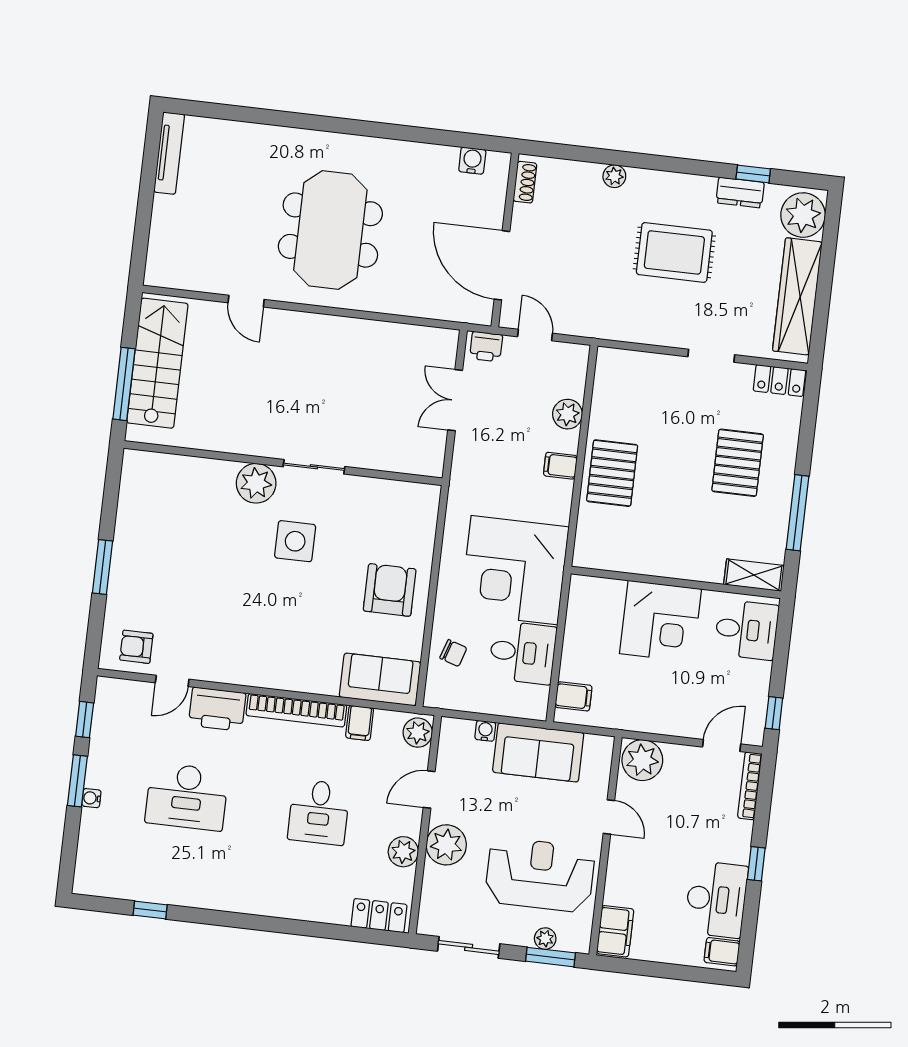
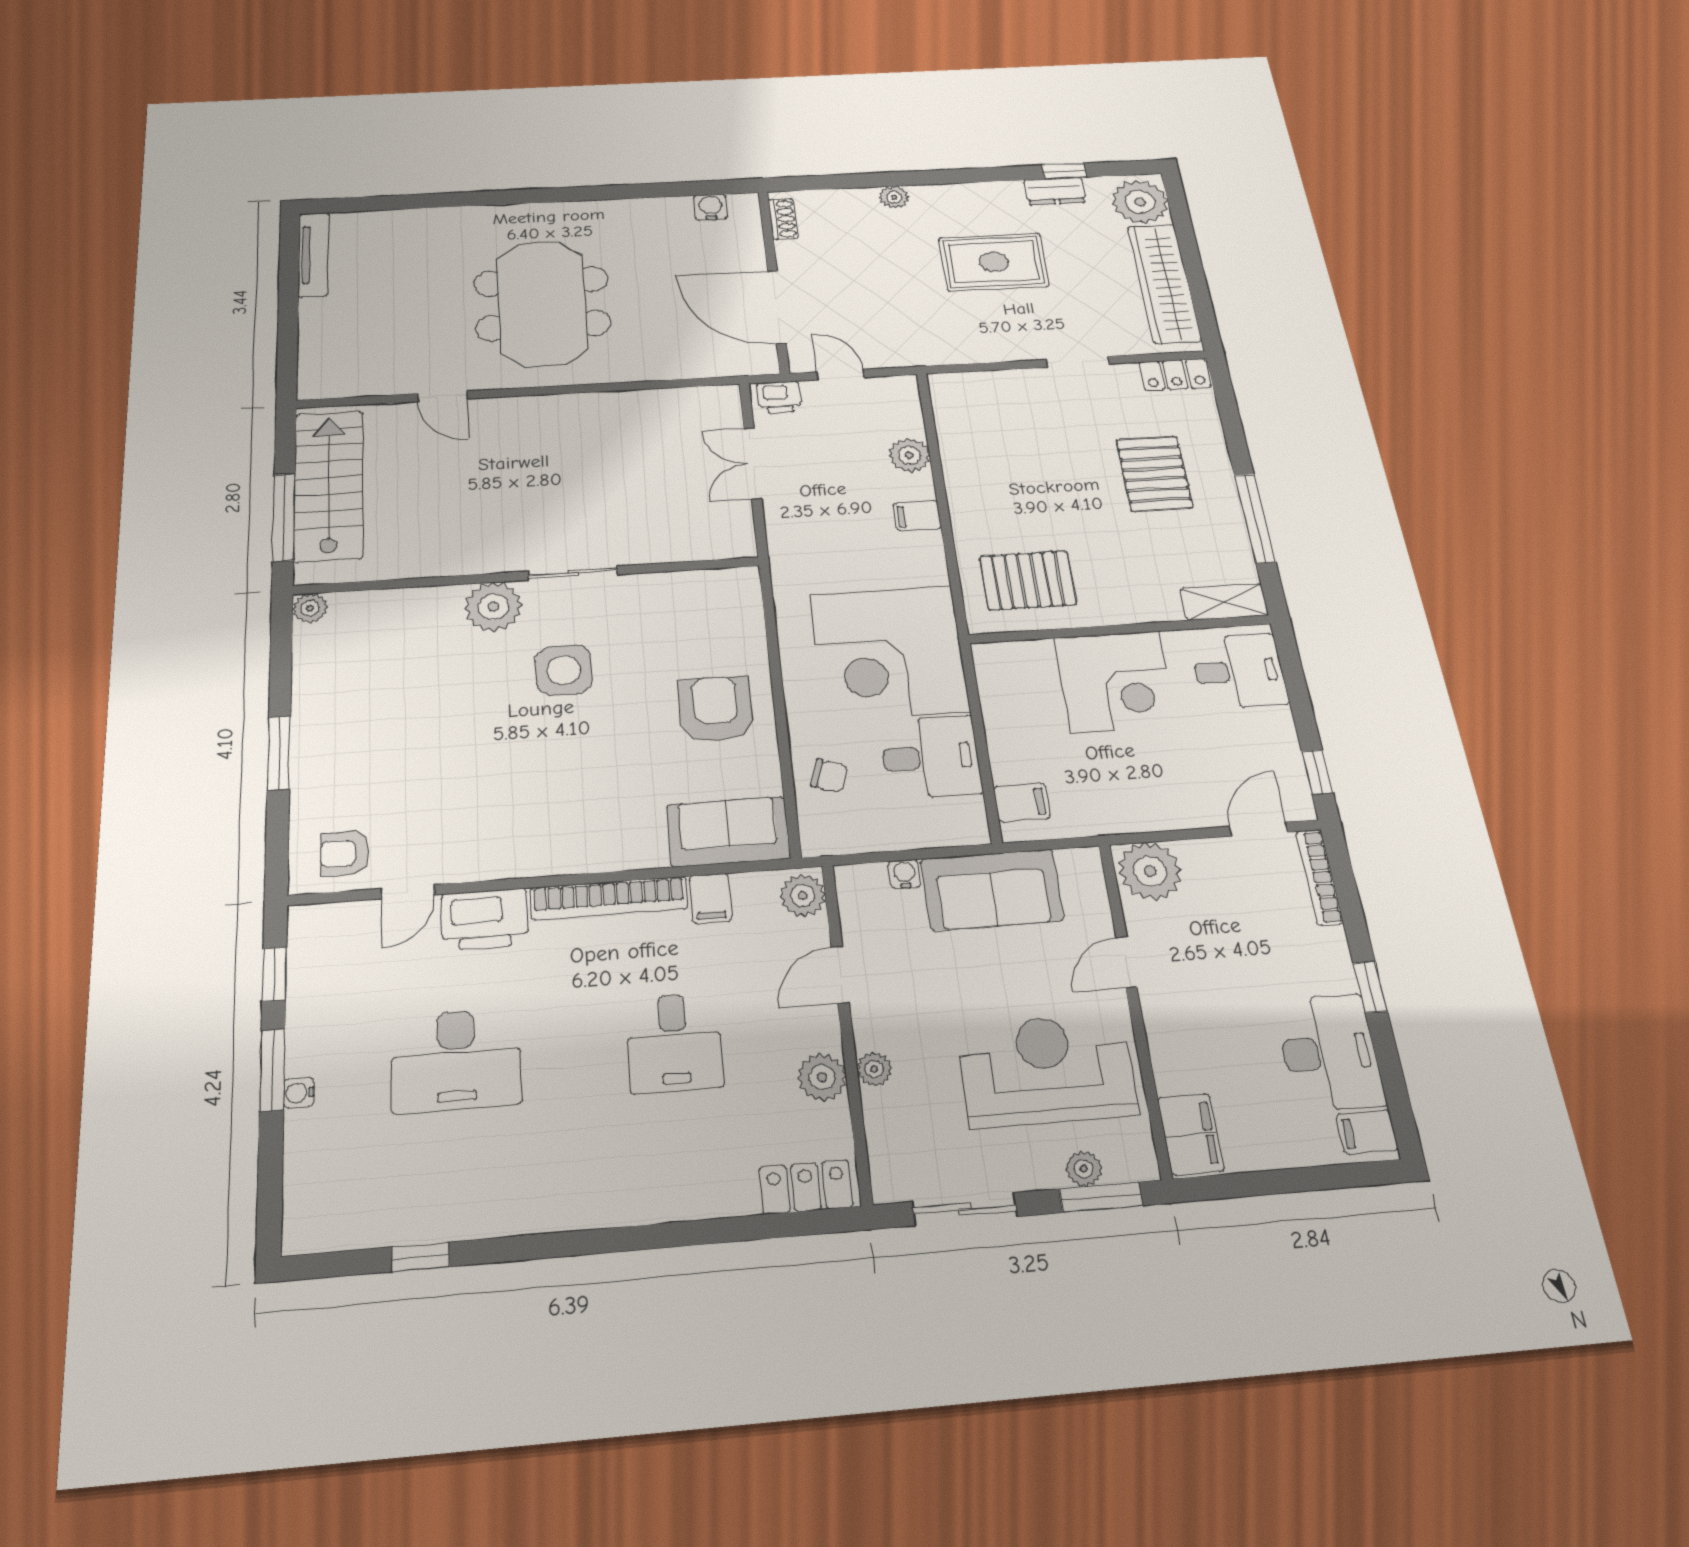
plant: (134, 461) -> (310, 608), added
pallet: (612, 473) -> (1028, 580), moved, turned 90
door: (609, 817) -> (1126, 962), swing flipped
plant: (446, 845) -> (874, 1069), width x0.53, depth x0.53

